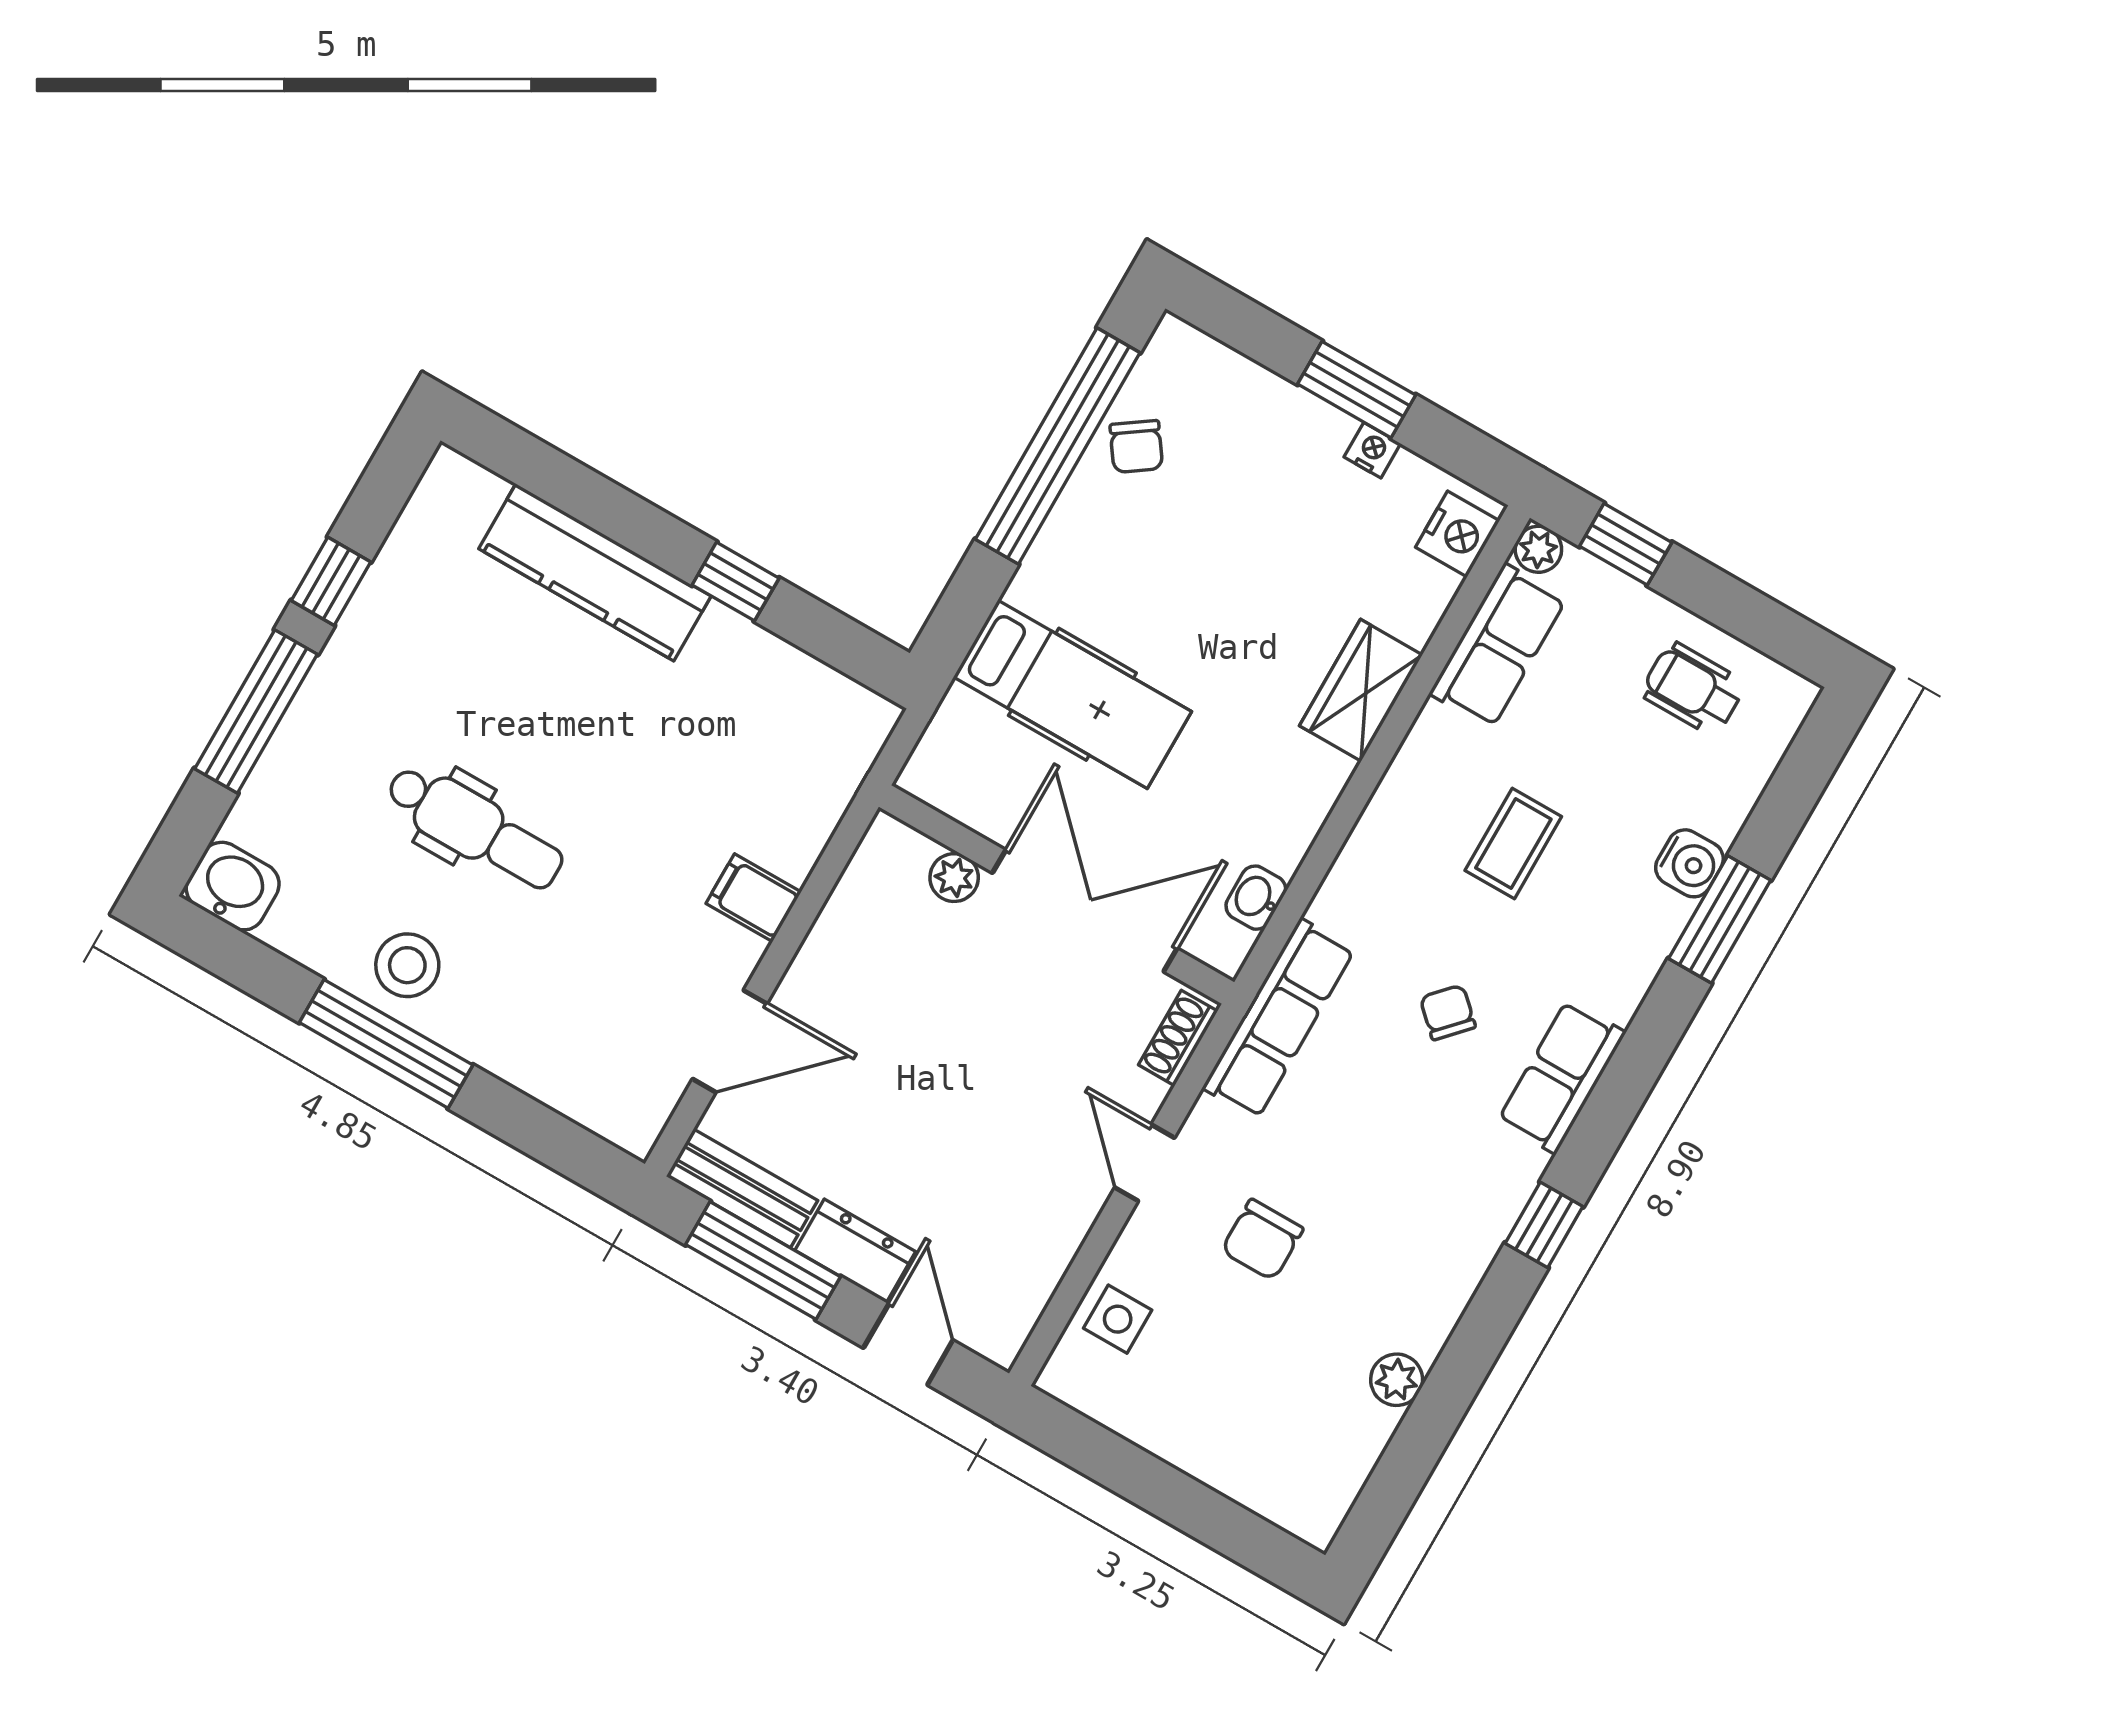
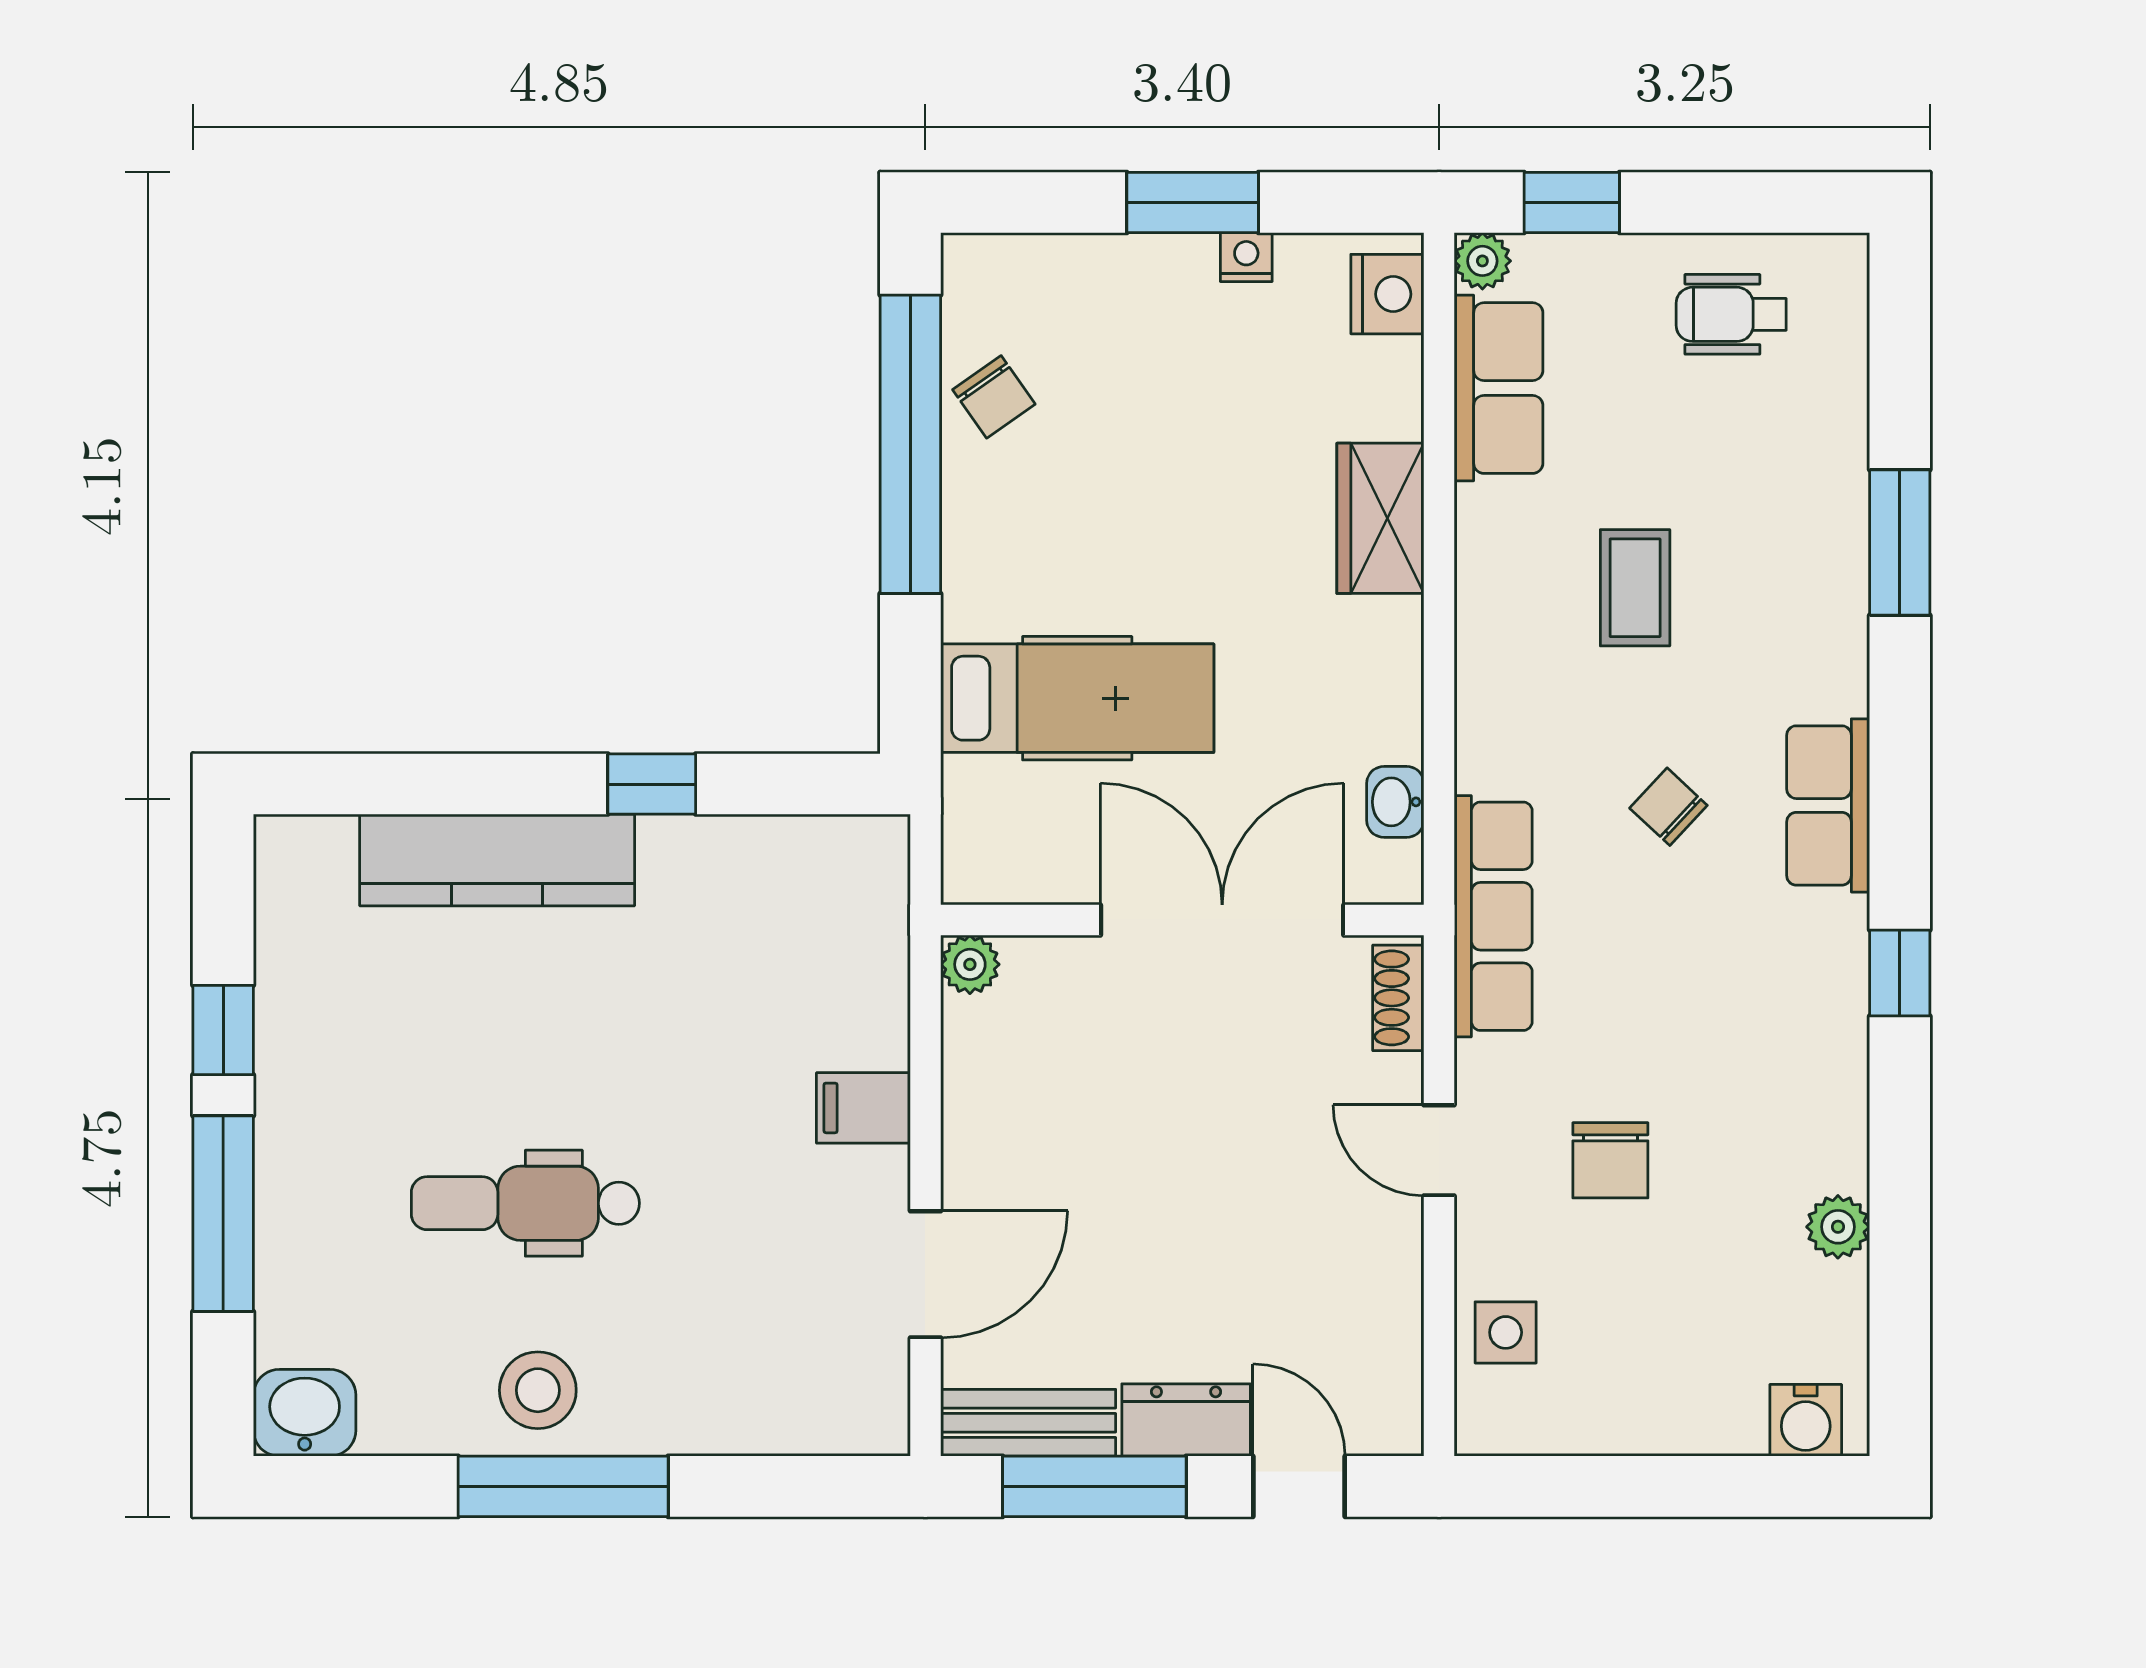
dental chair: (475, 827) -> (525, 1203), turned 180
water cooler: (1689, 863) -> (1806, 1420), moved, turned 90
plant: (954, 878) -> (970, 964), moved

